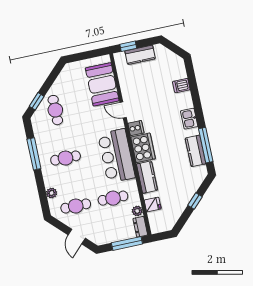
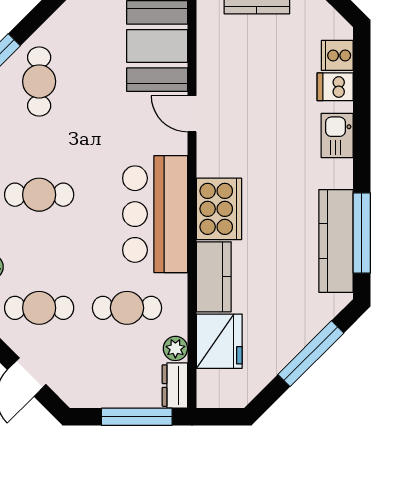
kitchen sink: (189, 119) -> (337, 136), moved
cooker: (136, 128) -> (337, 55), moved, turned 180
kitchen counter: (196, 151) -> (336, 241), width x1.50
window: (195, 201) -> (311, 354), width x2.17
fridge: (153, 204) -> (219, 341), width x1.88, depth x1.34

